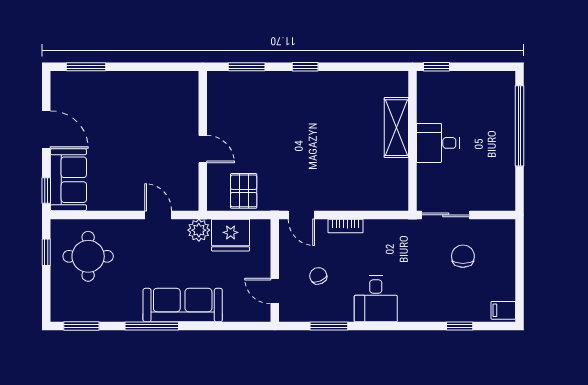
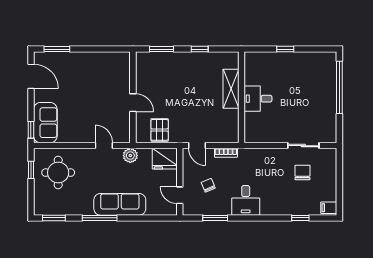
shelving: (396, 128) -> (231, 89), moved
door: (46, 130) -> (31, 76), moved
wall: (413, 141) -> (241, 97), moved
desk: (438, 143) -> (258, 99), moved
sliding door: (446, 215) -> (303, 146), moved
fridge: (231, 235) -> (165, 159), moved

